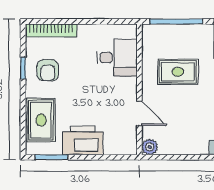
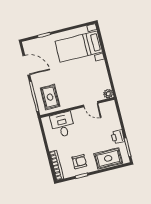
rug: (178, 72) -> (50, 97), moved
door: (139, 113) -> (91, 104), swing flipped
printer: (83, 140) -> (118, 137), width x0.53, depth x0.68

